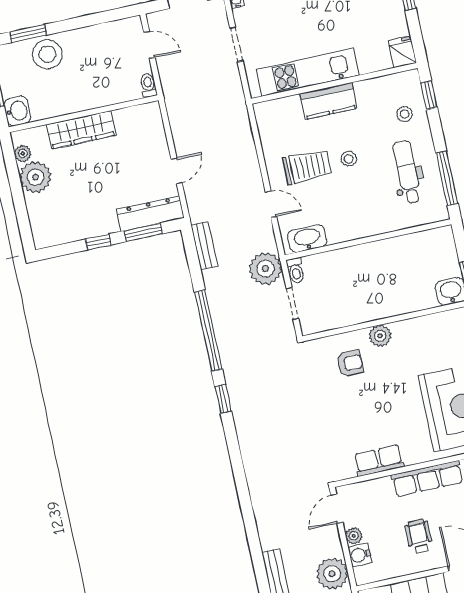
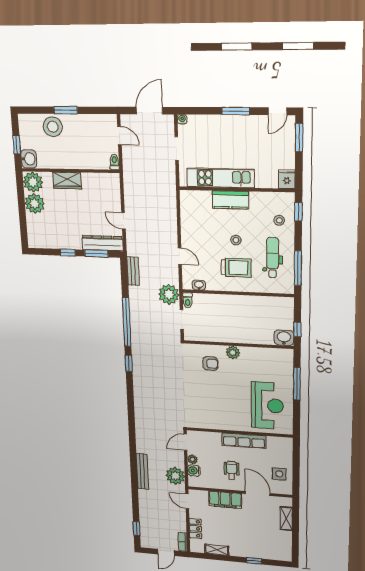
window: (28, 34) -> (66, 110), moved
wardrobe: (81, 130) -> (67, 181), width x0.67
plant: (23, 153) -> (33, 182), width x1.87, depth x1.87
trolley: (307, 167) -> (236, 268), moved
door: (177, 171) -> (123, 221), swing flipped
washbasin: (307, 238) -> (199, 285), width x0.52, depth x0.69
row of seats: (379, 461) -> (216, 423), removed

